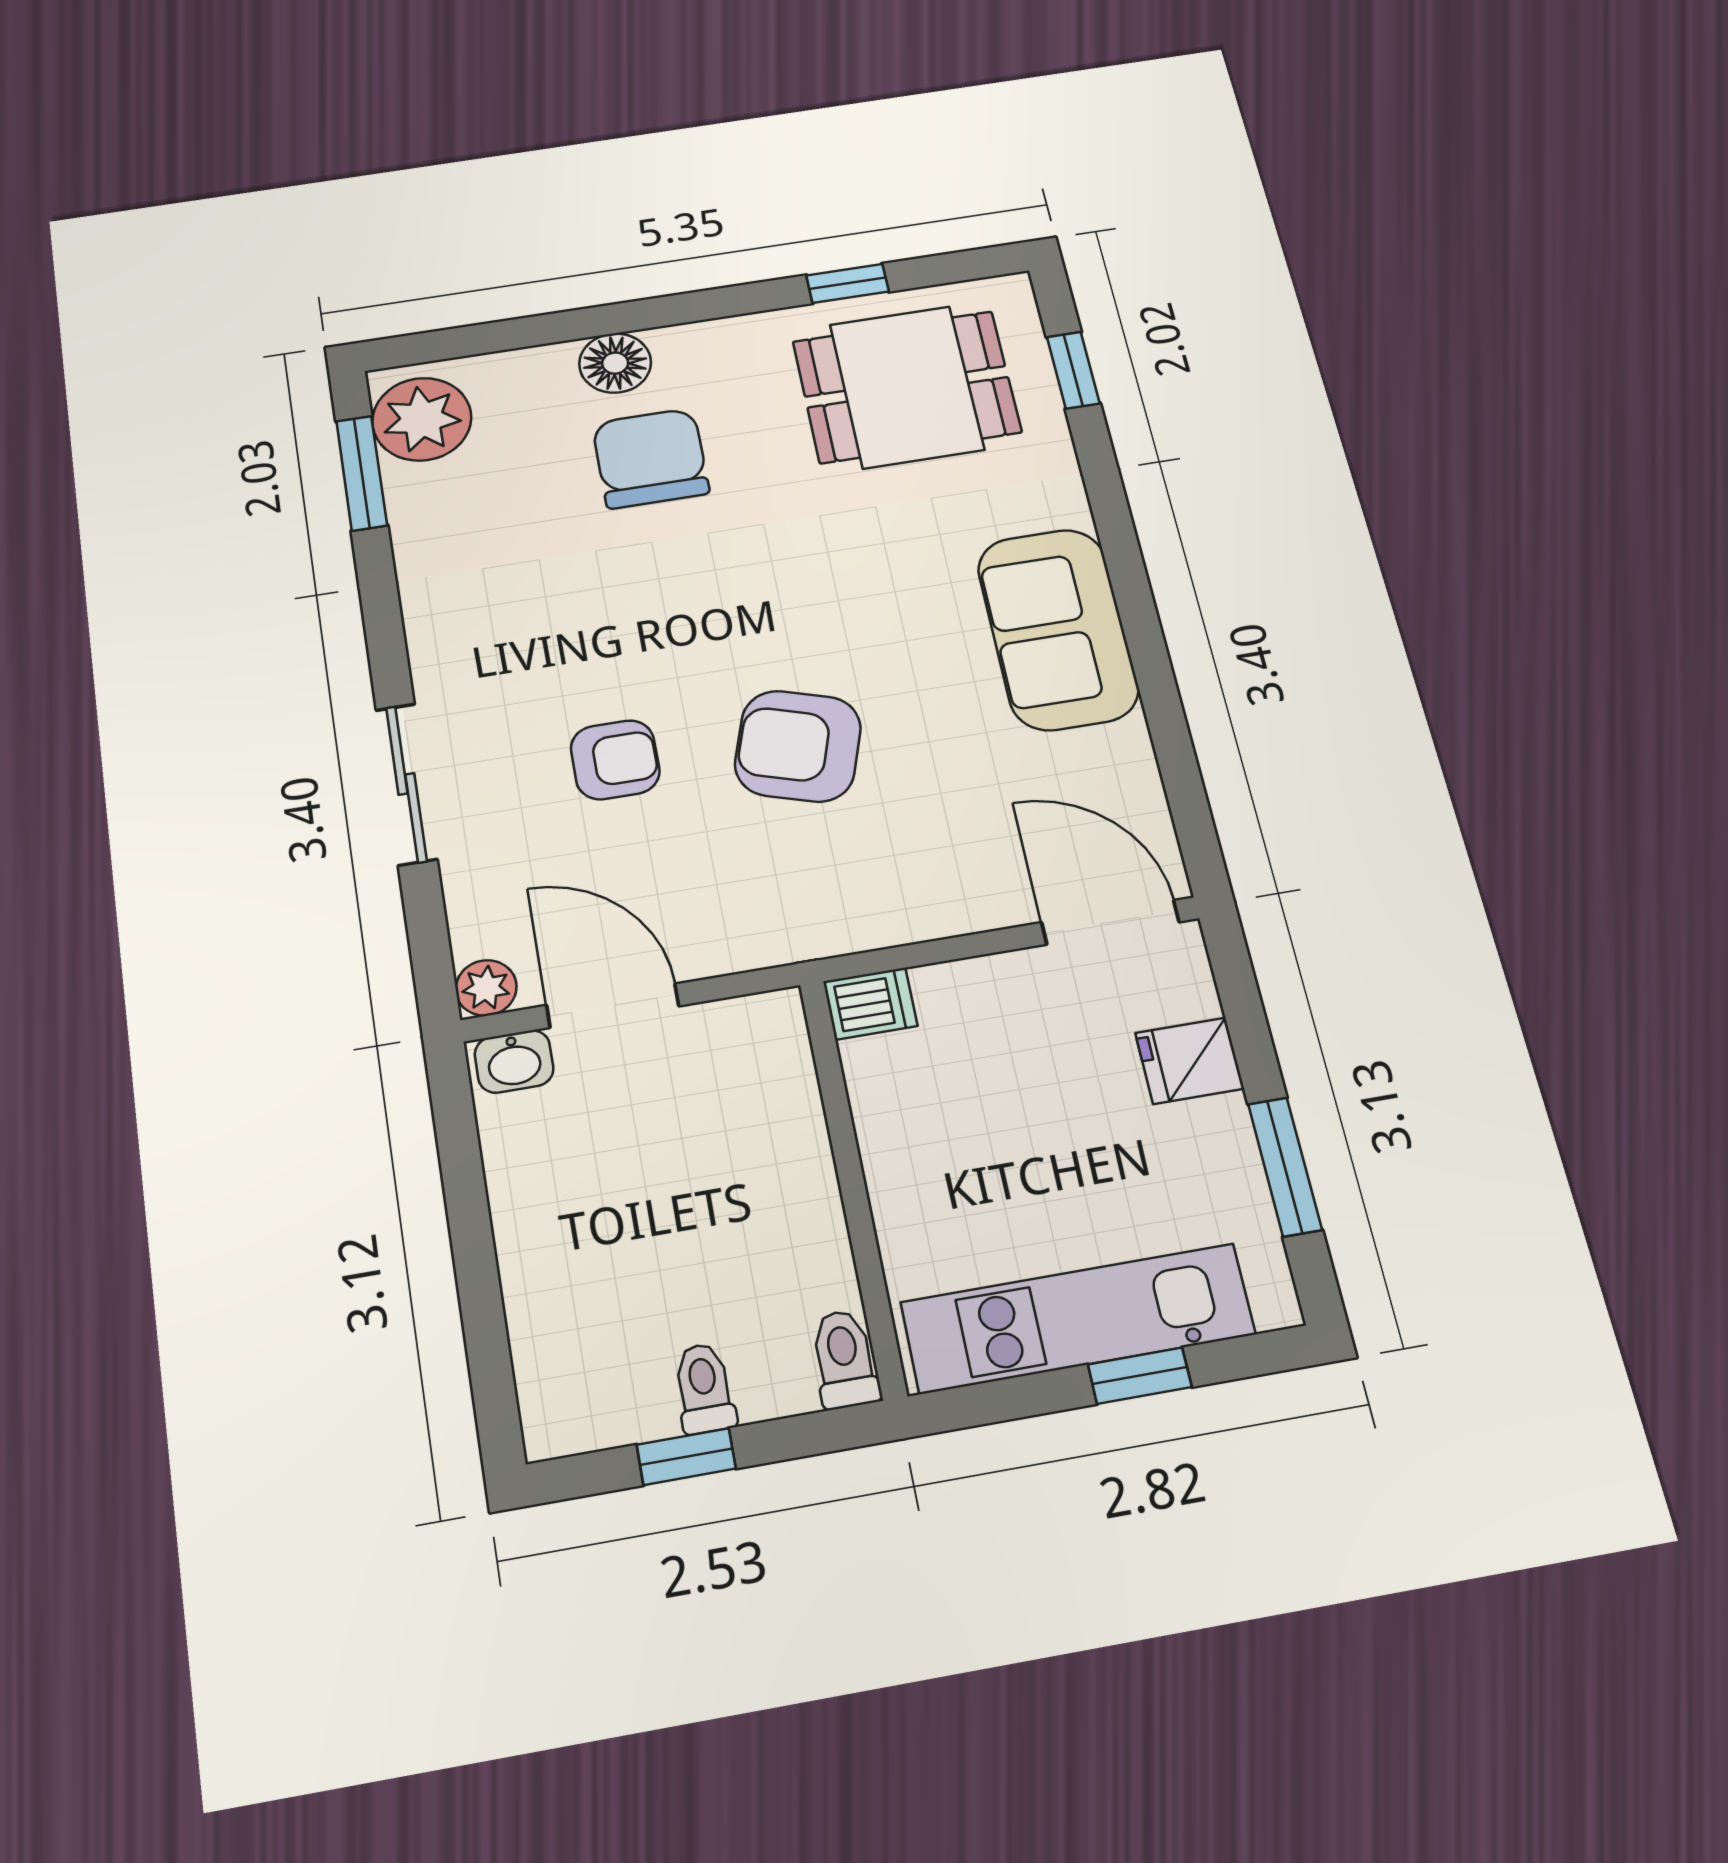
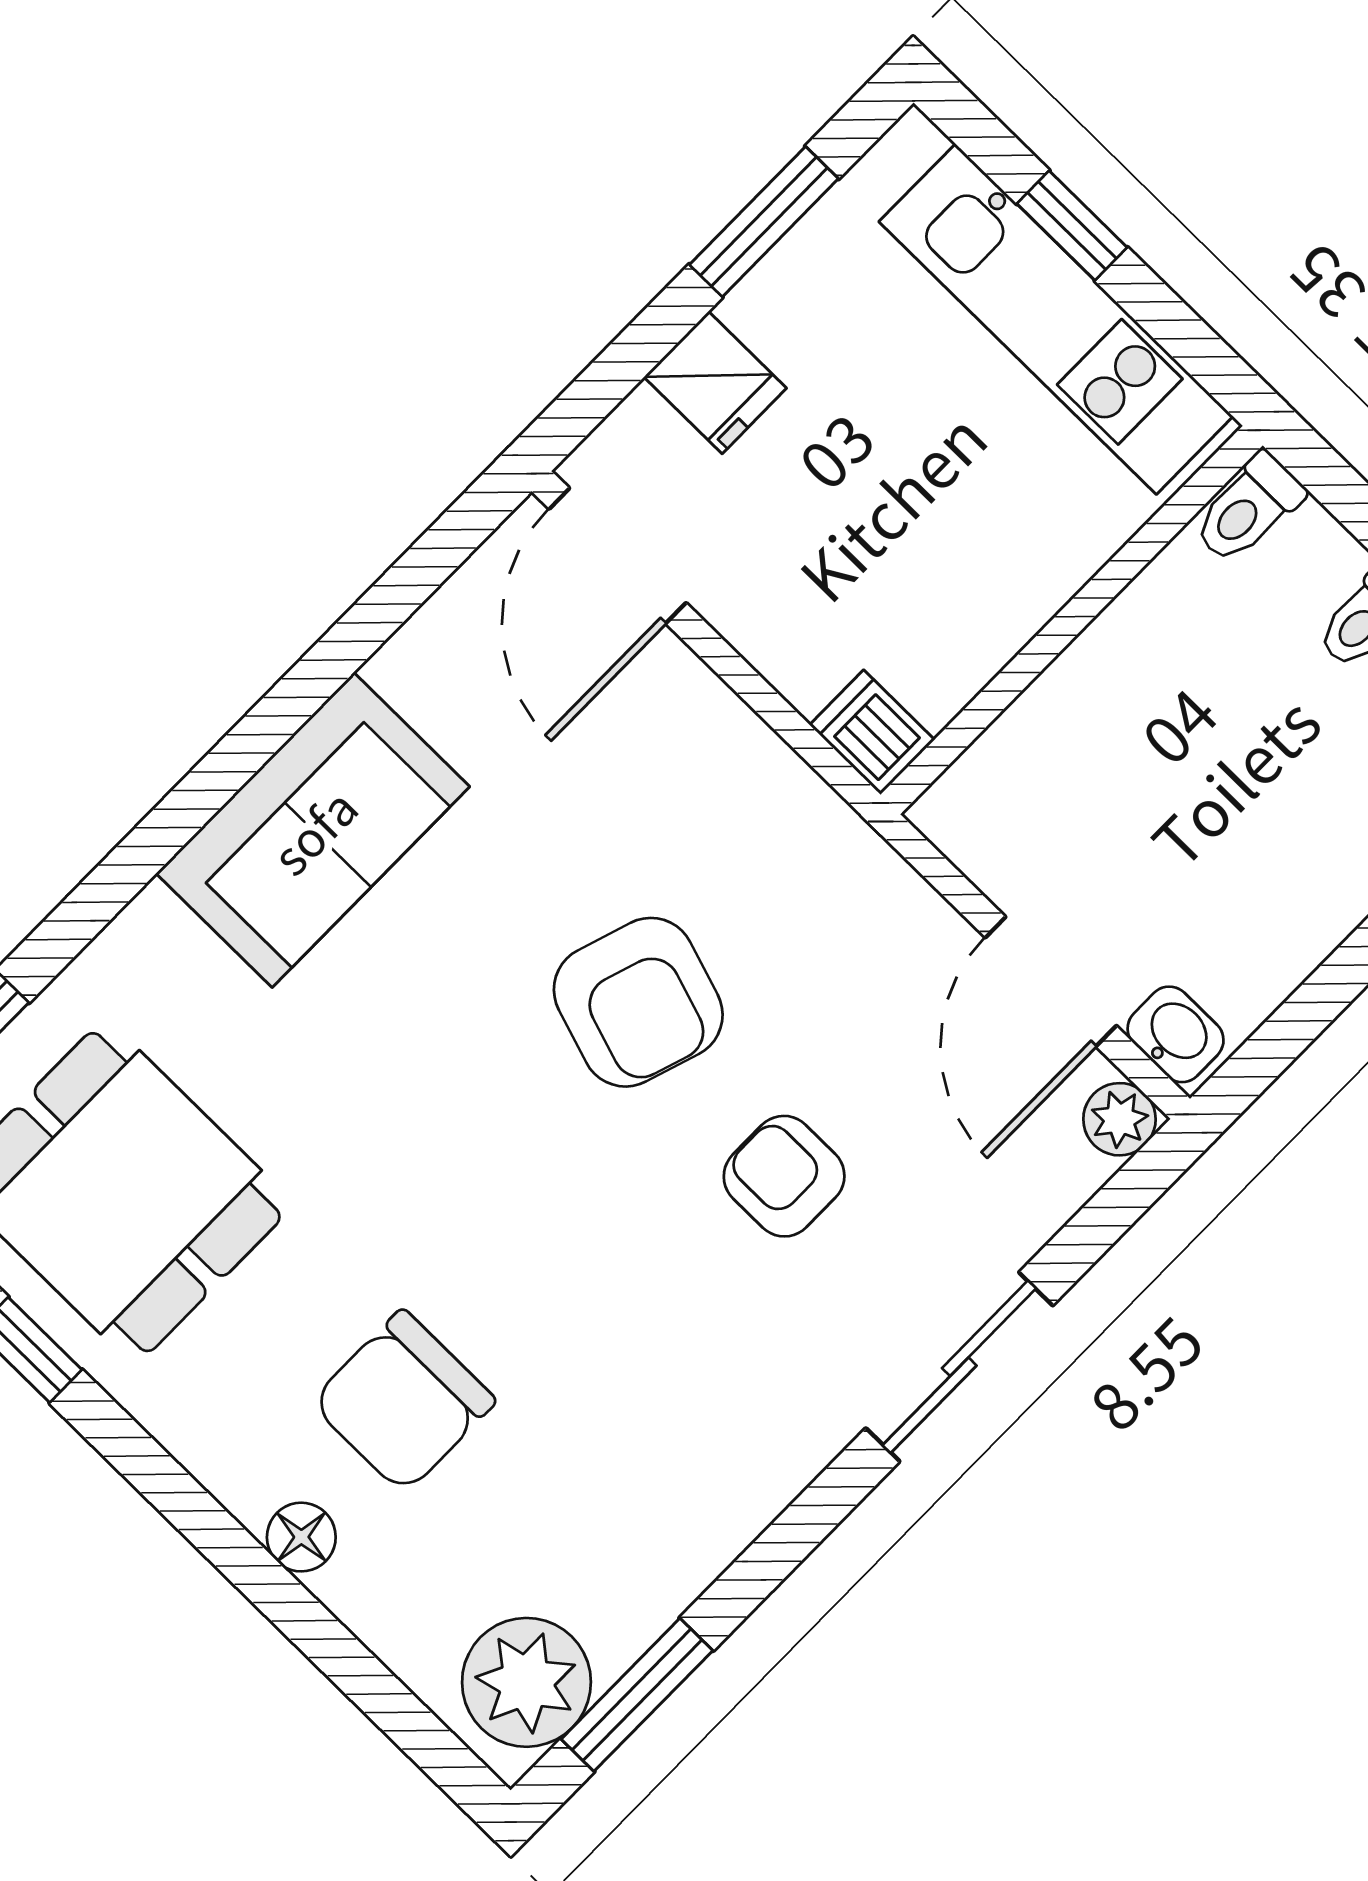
floor lamp: (615, 363) -> (301, 1537), width x0.73, depth x0.73

